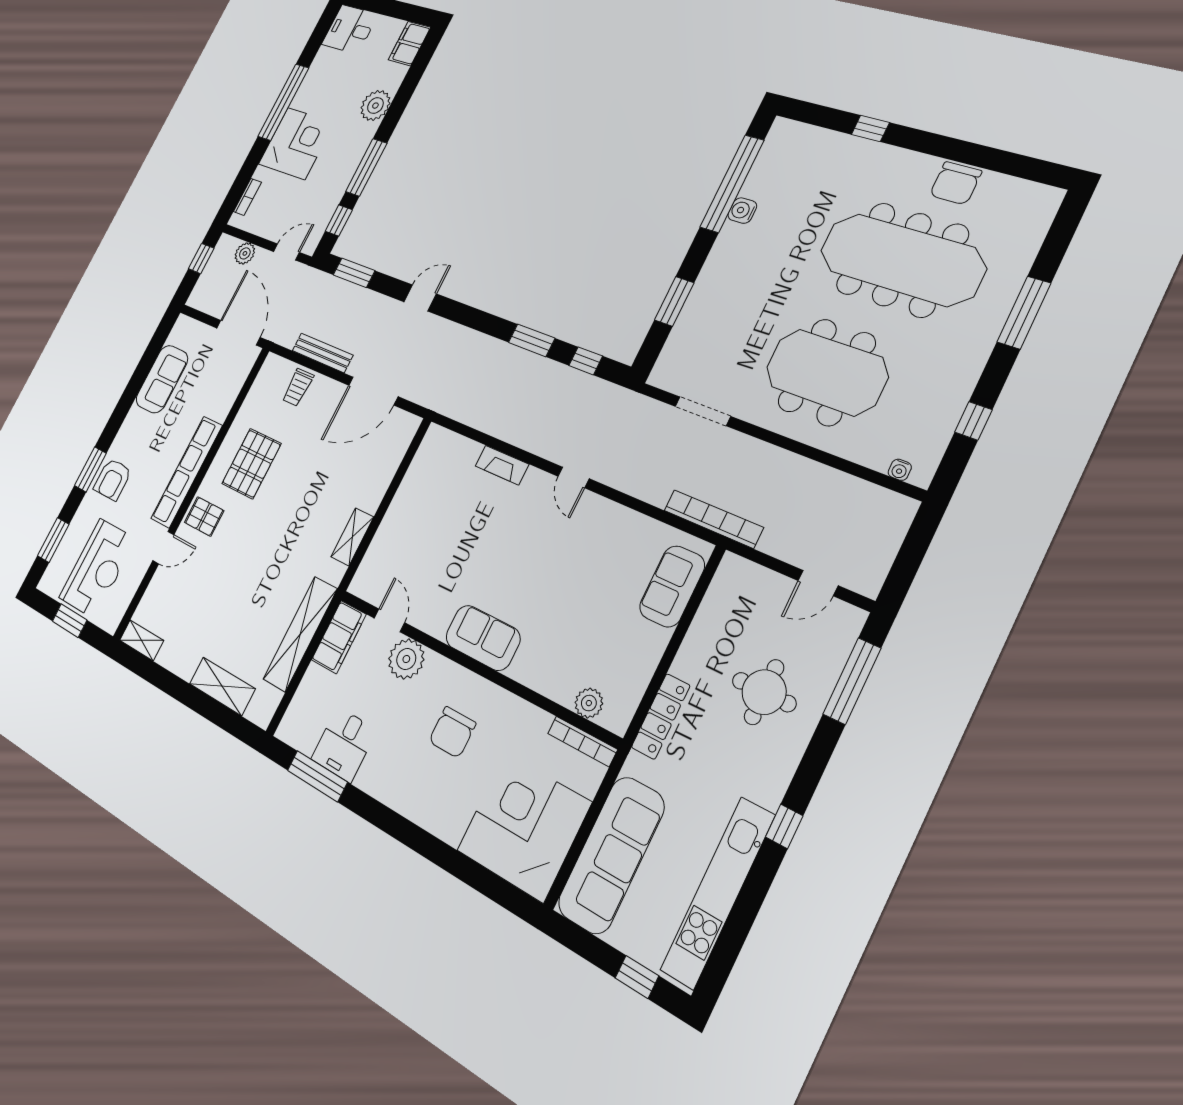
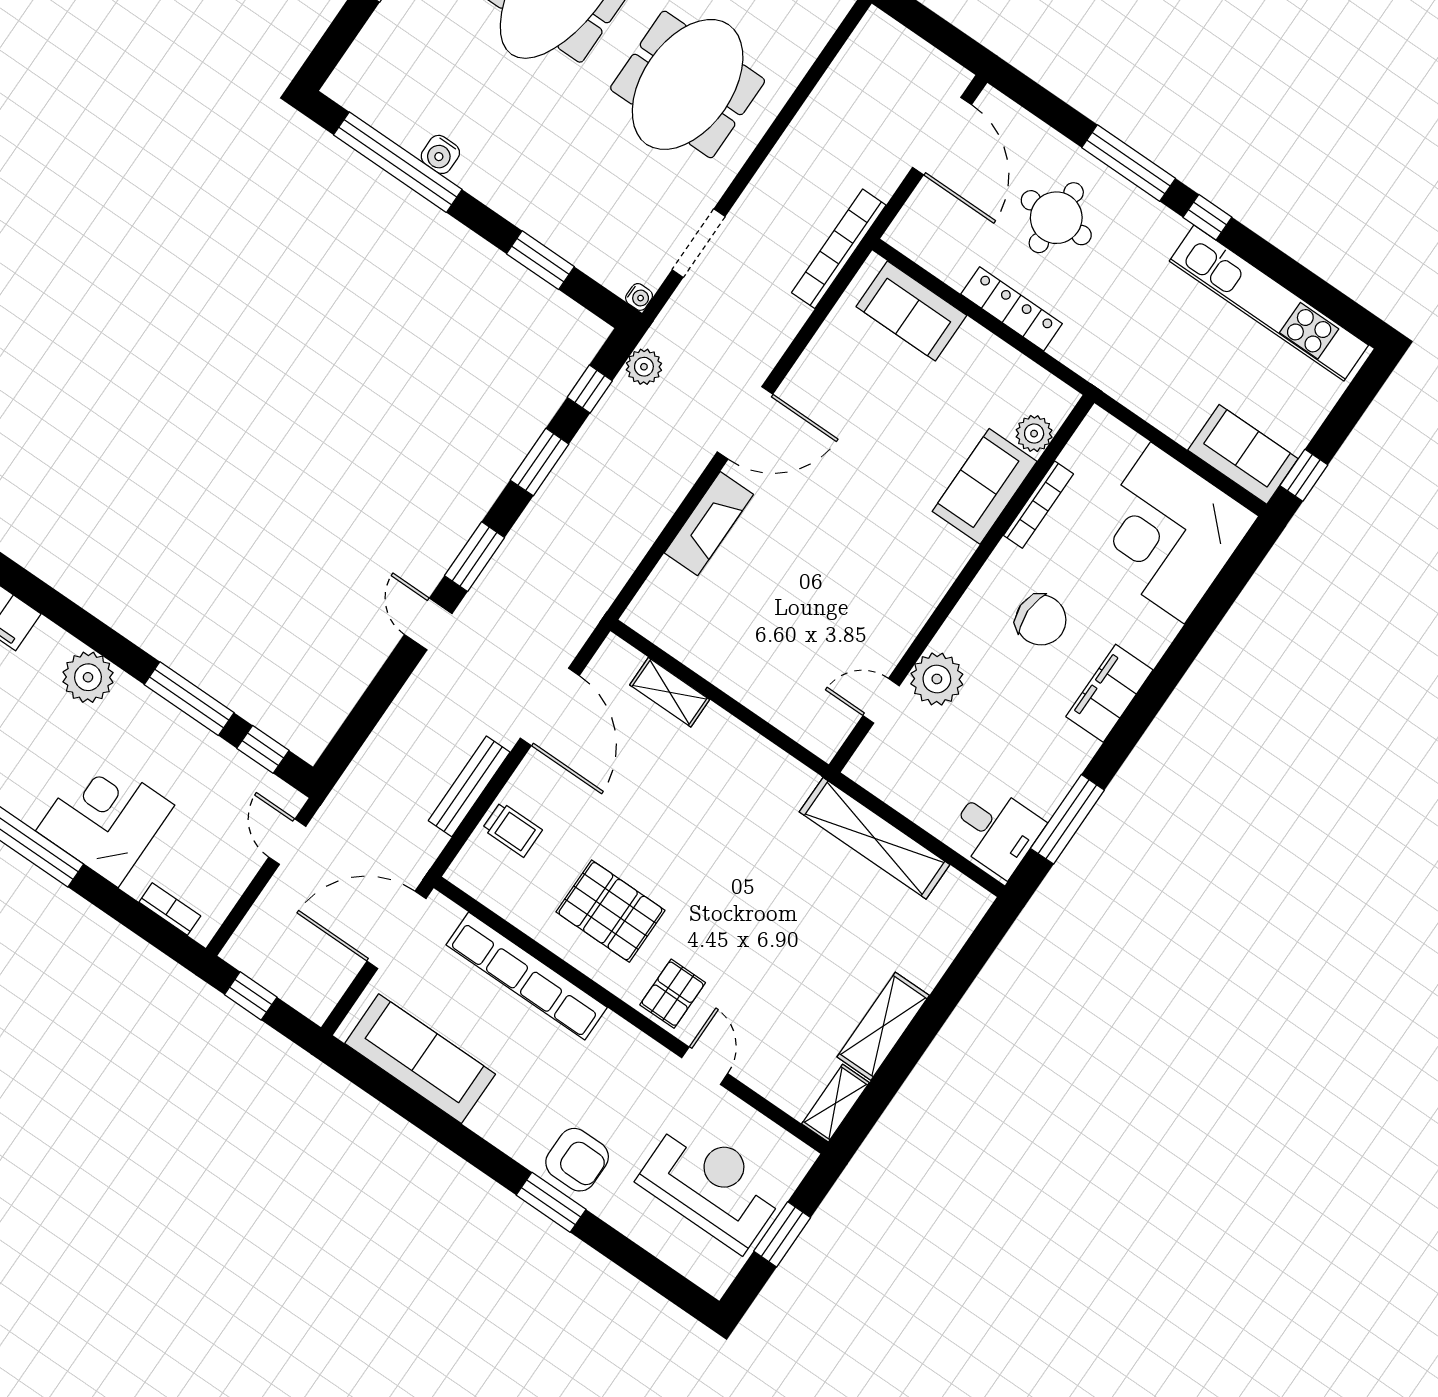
plant: (245, 253) -> (644, 367), moved
window: (354, 273) -> (475, 557), moved
sofa: (162, 379) -> (420, 1059), width x1.36
fireplace: (502, 465) -> (709, 524), width x1.37, depth x1.32
water cooler: (900, 470) -> (639, 297), moved
row of seats: (187, 472) -> (527, 976), moved
door: (573, 477) -> (745, 423), width x1.87
shelving: (352, 537) -> (670, 692), moved
window: (53, 540) -> (650, 1270), removed
door: (818, 583) -> (942, 136), width x1.88
filing cabinet: (339, 637) -> (1109, 693), moved, turned -90
sofa: (483, 638) -> (985, 486), moved
window: (852, 681) -> (1129, 163), moved
shelving: (222, 686) -> (883, 1026), moved
locker: (661, 716) -> (1012, 309), moved
bookcase: (582, 741) -> (1038, 505), moved
desk: (344, 744) -> (996, 830), moved
sofa: (611, 855) -> (1243, 454), width x0.54, depth x0.79
window: (637, 977) -> (1304, 475), moved

